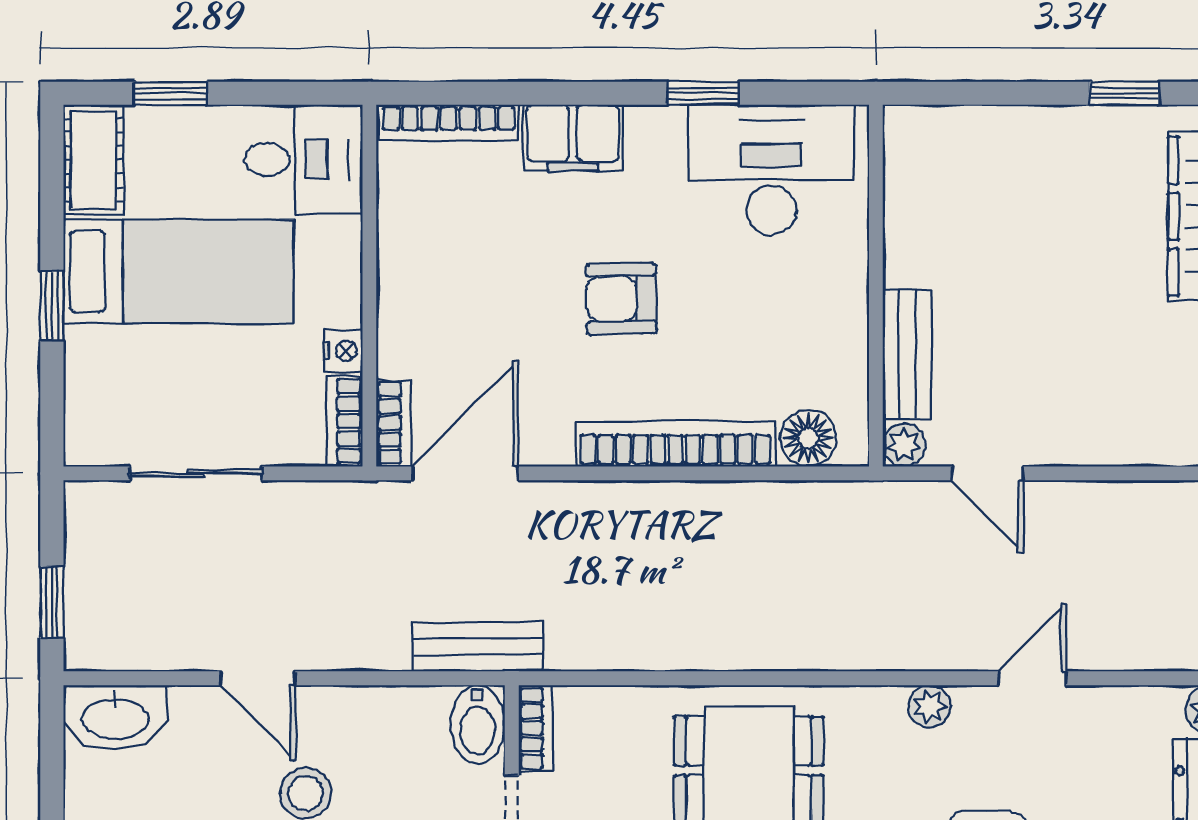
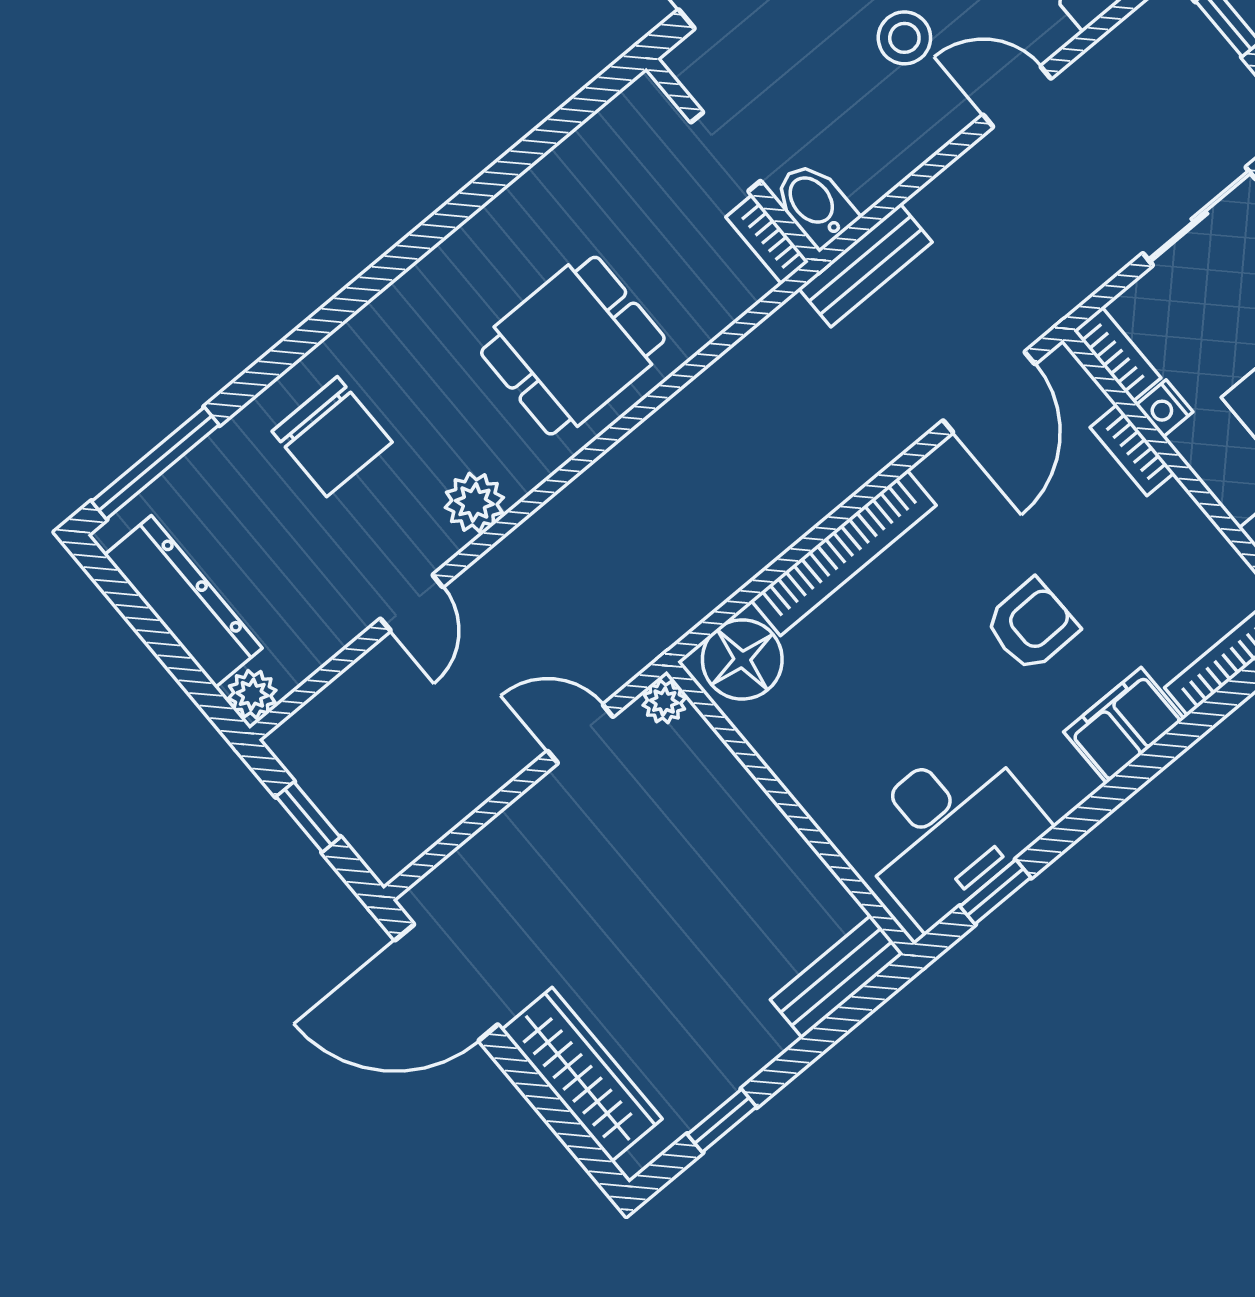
window: (703, 93) -> (995, 892), moved
armchair: (621, 299) -> (1032, 625), moved
bench: (907, 355) -> (837, 977), moved, turned 90
bookcase: (394, 423) -> (1132, 450), moved
floor lamp: (808, 438) -> (742, 659), width x1.38, depth x1.38
plant: (929, 706) -> (474, 502), width x1.38, depth x1.38

